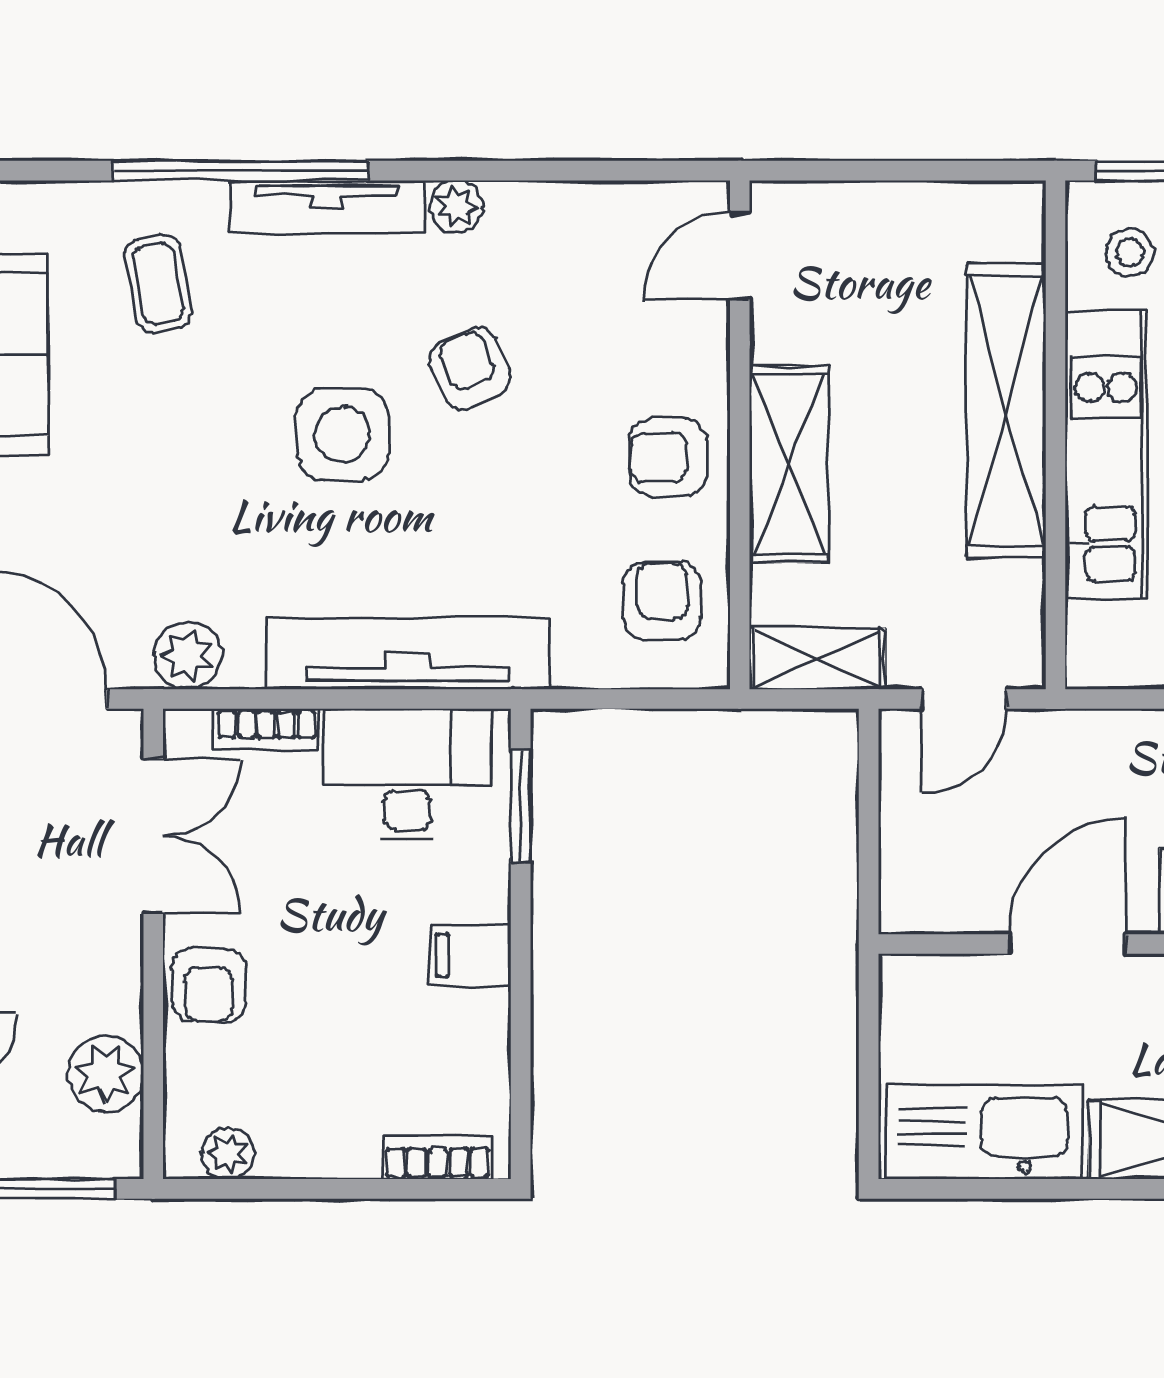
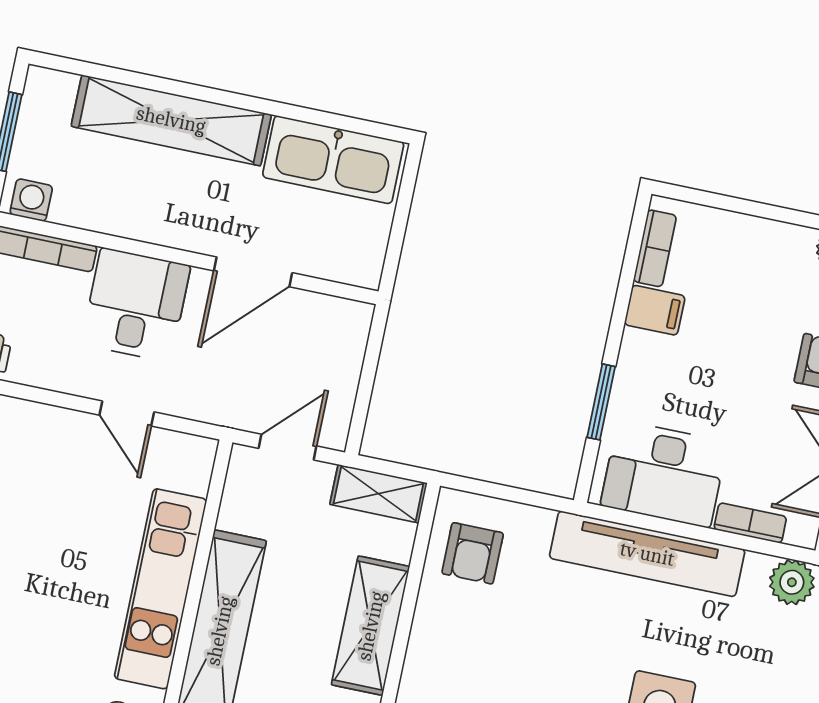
armchair: (668, 457) -> (449, 647), removed
window: (521, 806) -> (601, 402), moved
filing cabinet: (470, 955) -> (655, 310), moved
bookcase: (438, 1157) -> (655, 248), moved, turned -90

